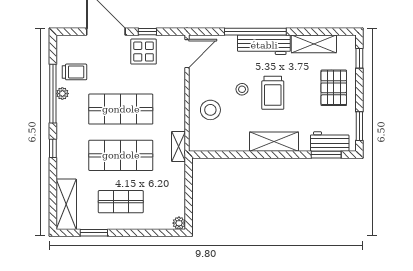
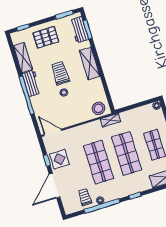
workbench: (264, 45) -> (32, 83), width x0.73
trolley: (273, 93) -> (60, 73), turned -90
stool: (210, 110) -> (98, 108), moved

